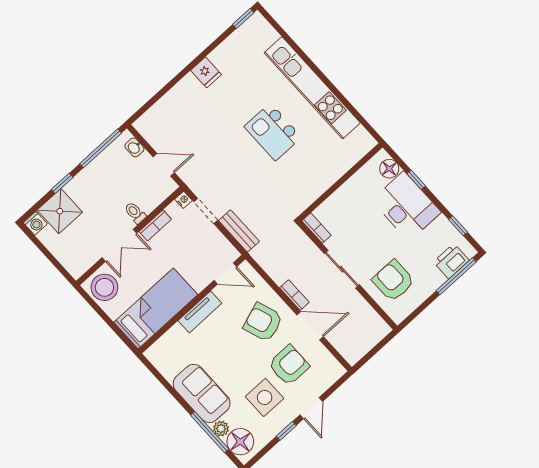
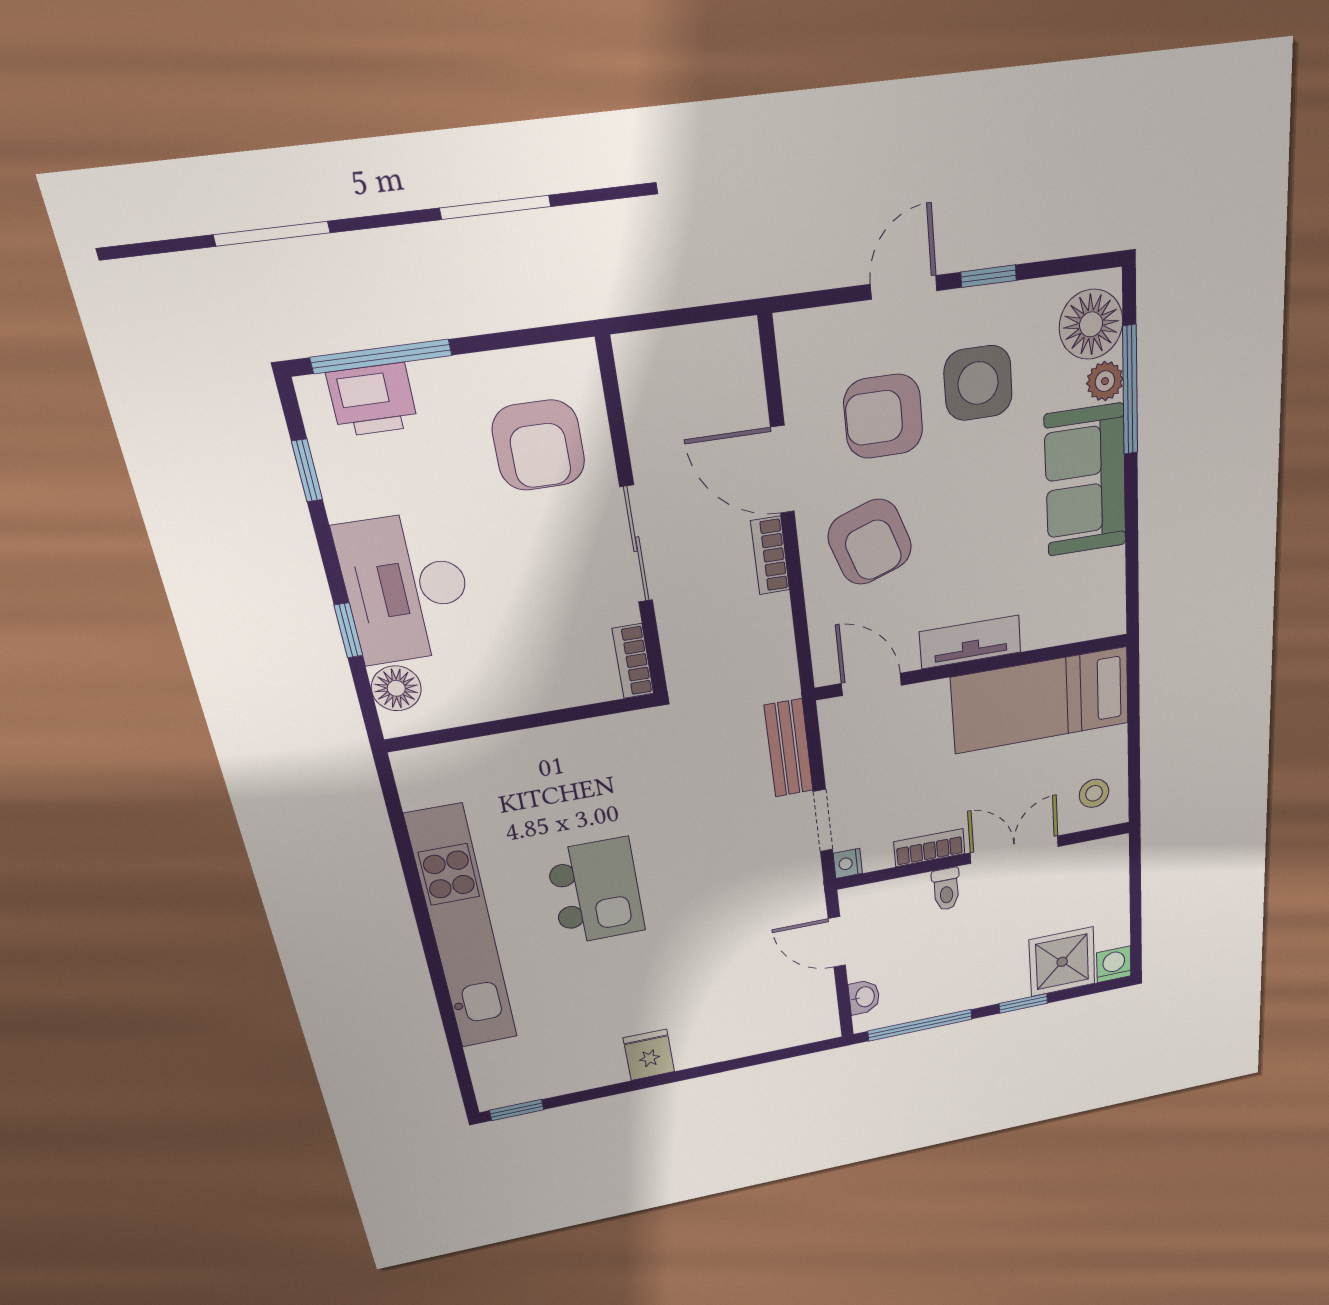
stool: (104, 287) -> (1094, 793), width x0.53, depth x0.53

